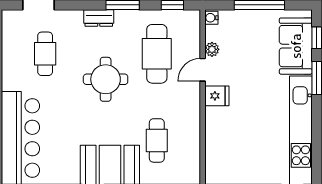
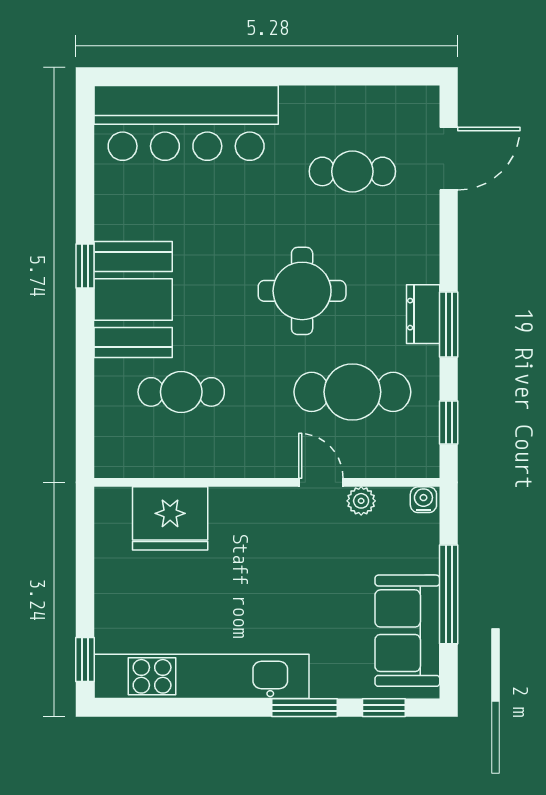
dresser: (99, 18) -> (423, 314), moved
sofa: (296, 46) -> (407, 631), moved, turned -90
fridge: (217, 96) -> (170, 518), moved, width x1.88, depth x1.34

